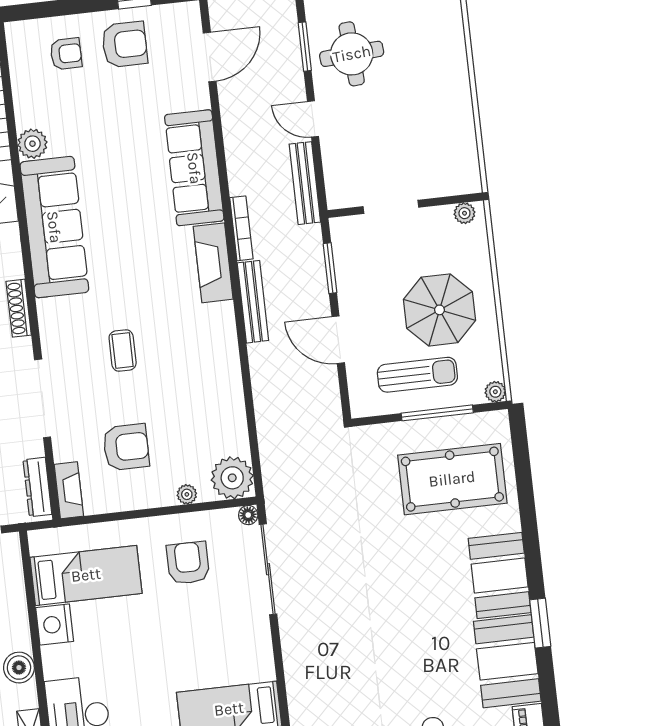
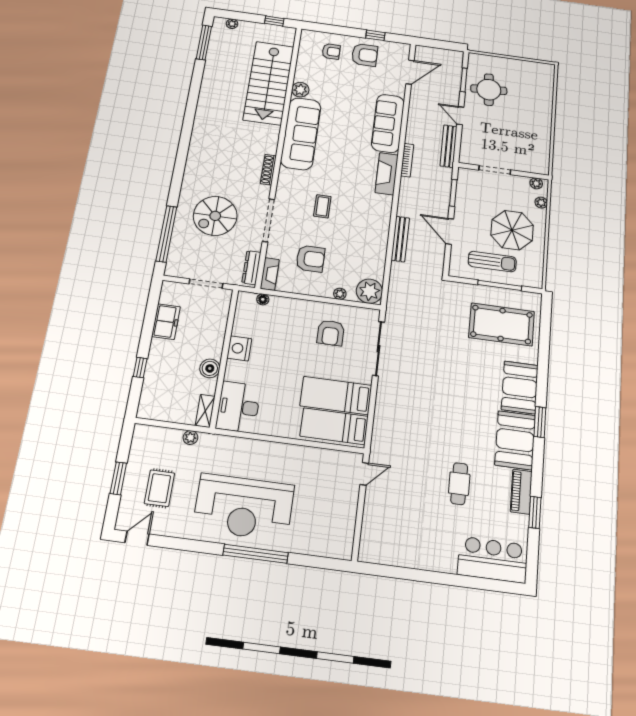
bench: (253, 302) -> (400, 239), moved
plant: (495, 392) -> (541, 203), moved
floor lamp: (248, 515) -> (263, 299), moved
armchair: (188, 563) -> (331, 333), turned 180
bed: (86, 575) -> (336, 395), moved, turned 180

